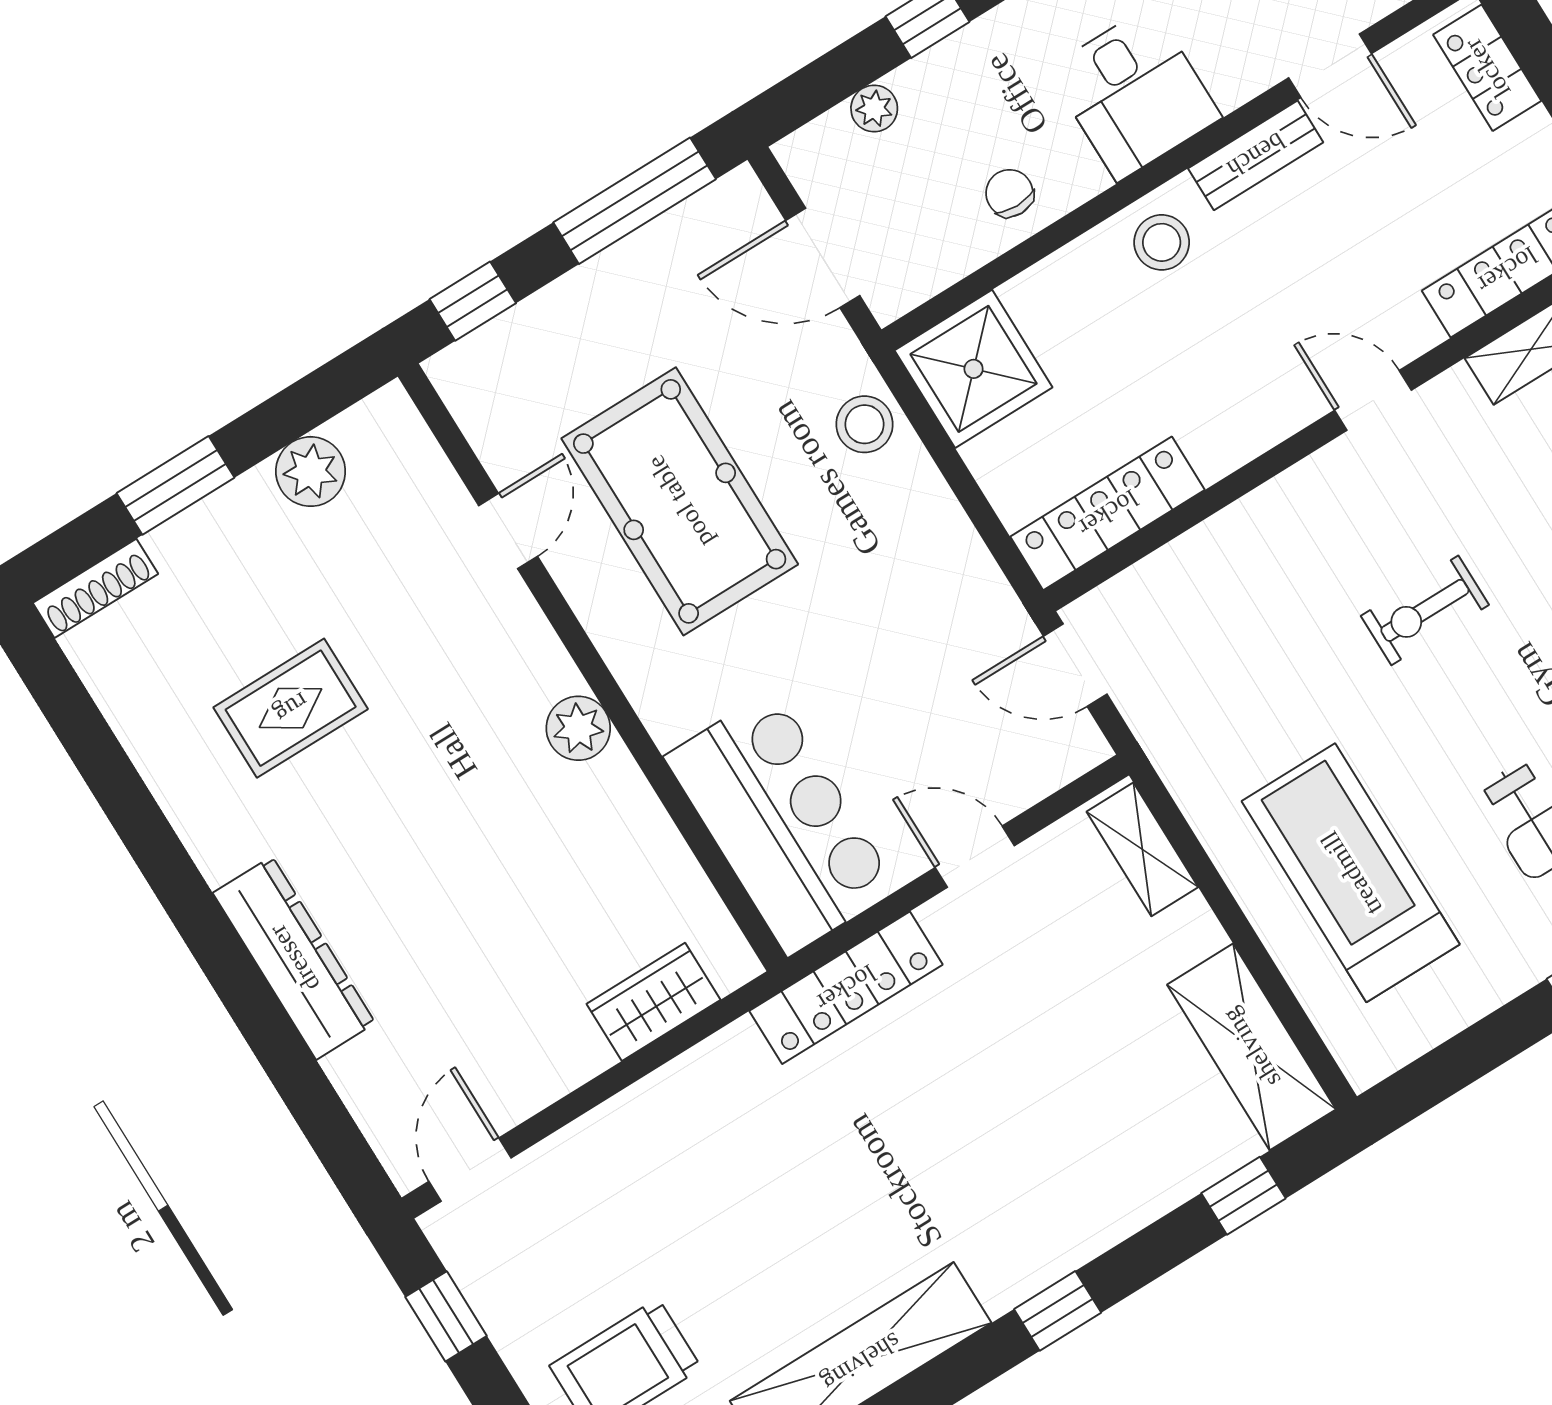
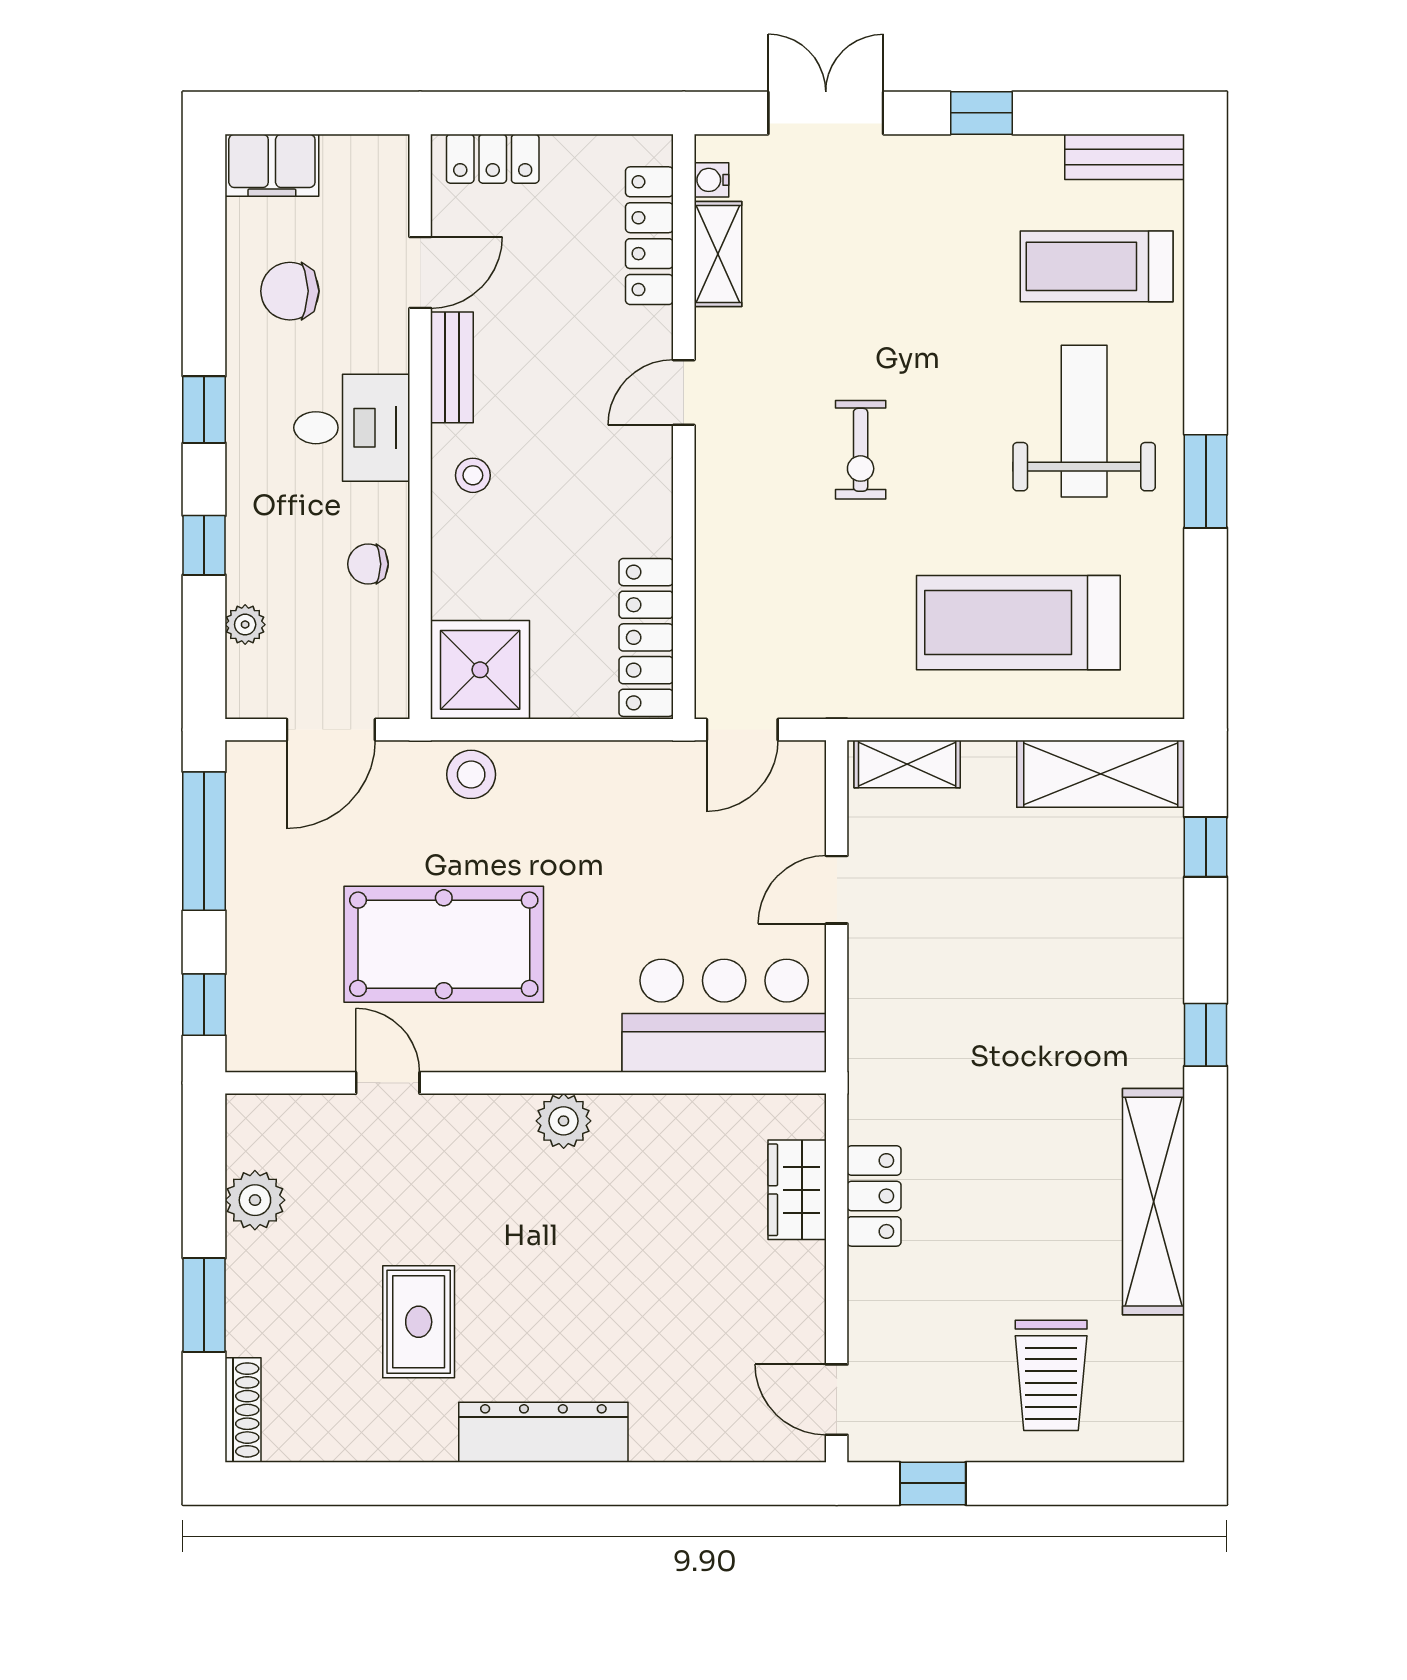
stool: (1162, 242) -> (473, 475), width x0.73, depth x0.73
dresser: (294, 958) -> (543, 1432), moved
locker: (846, 988) -> (874, 1196), moved, width x0.66

